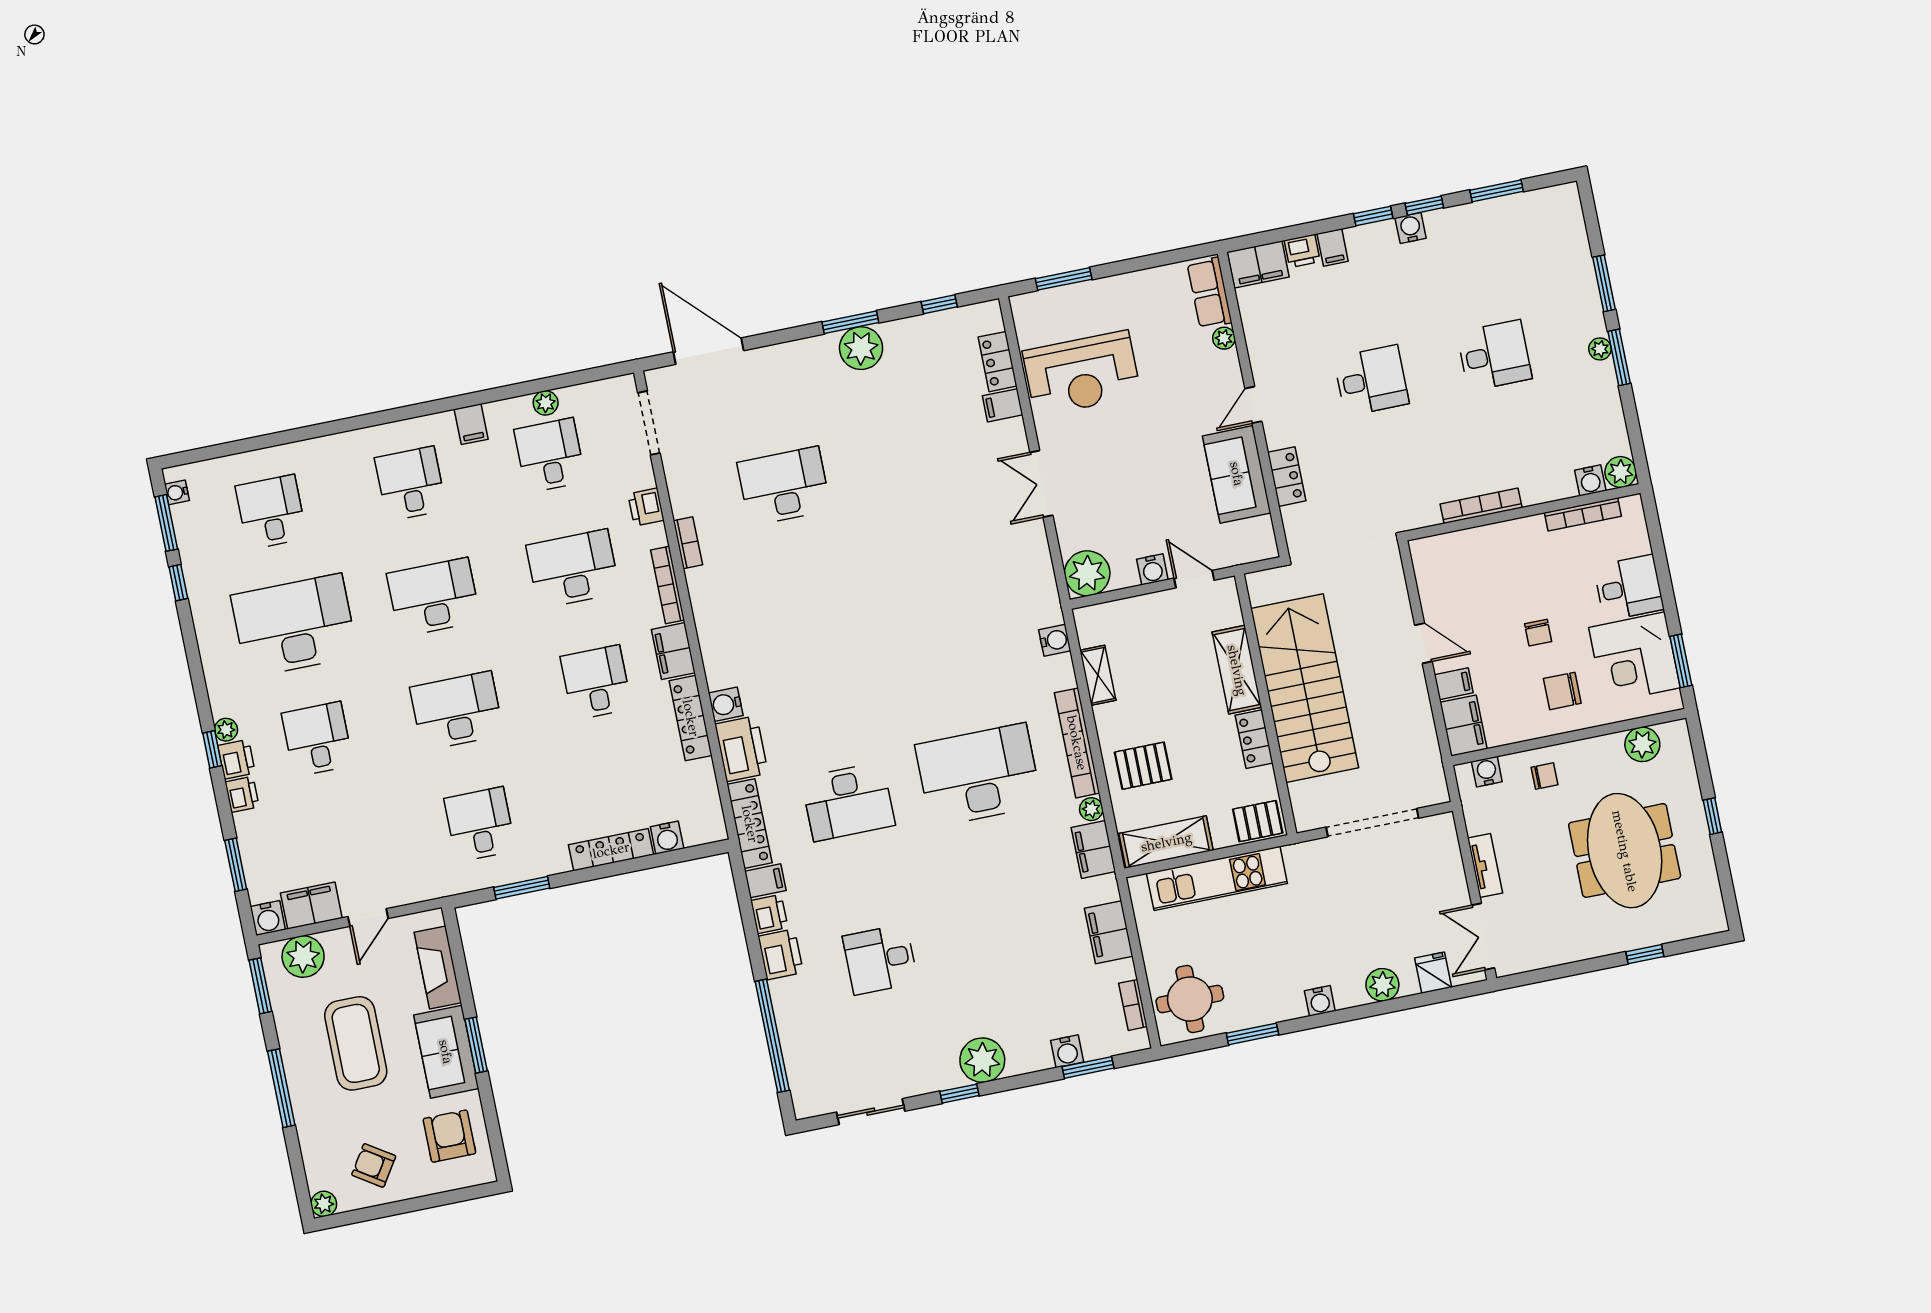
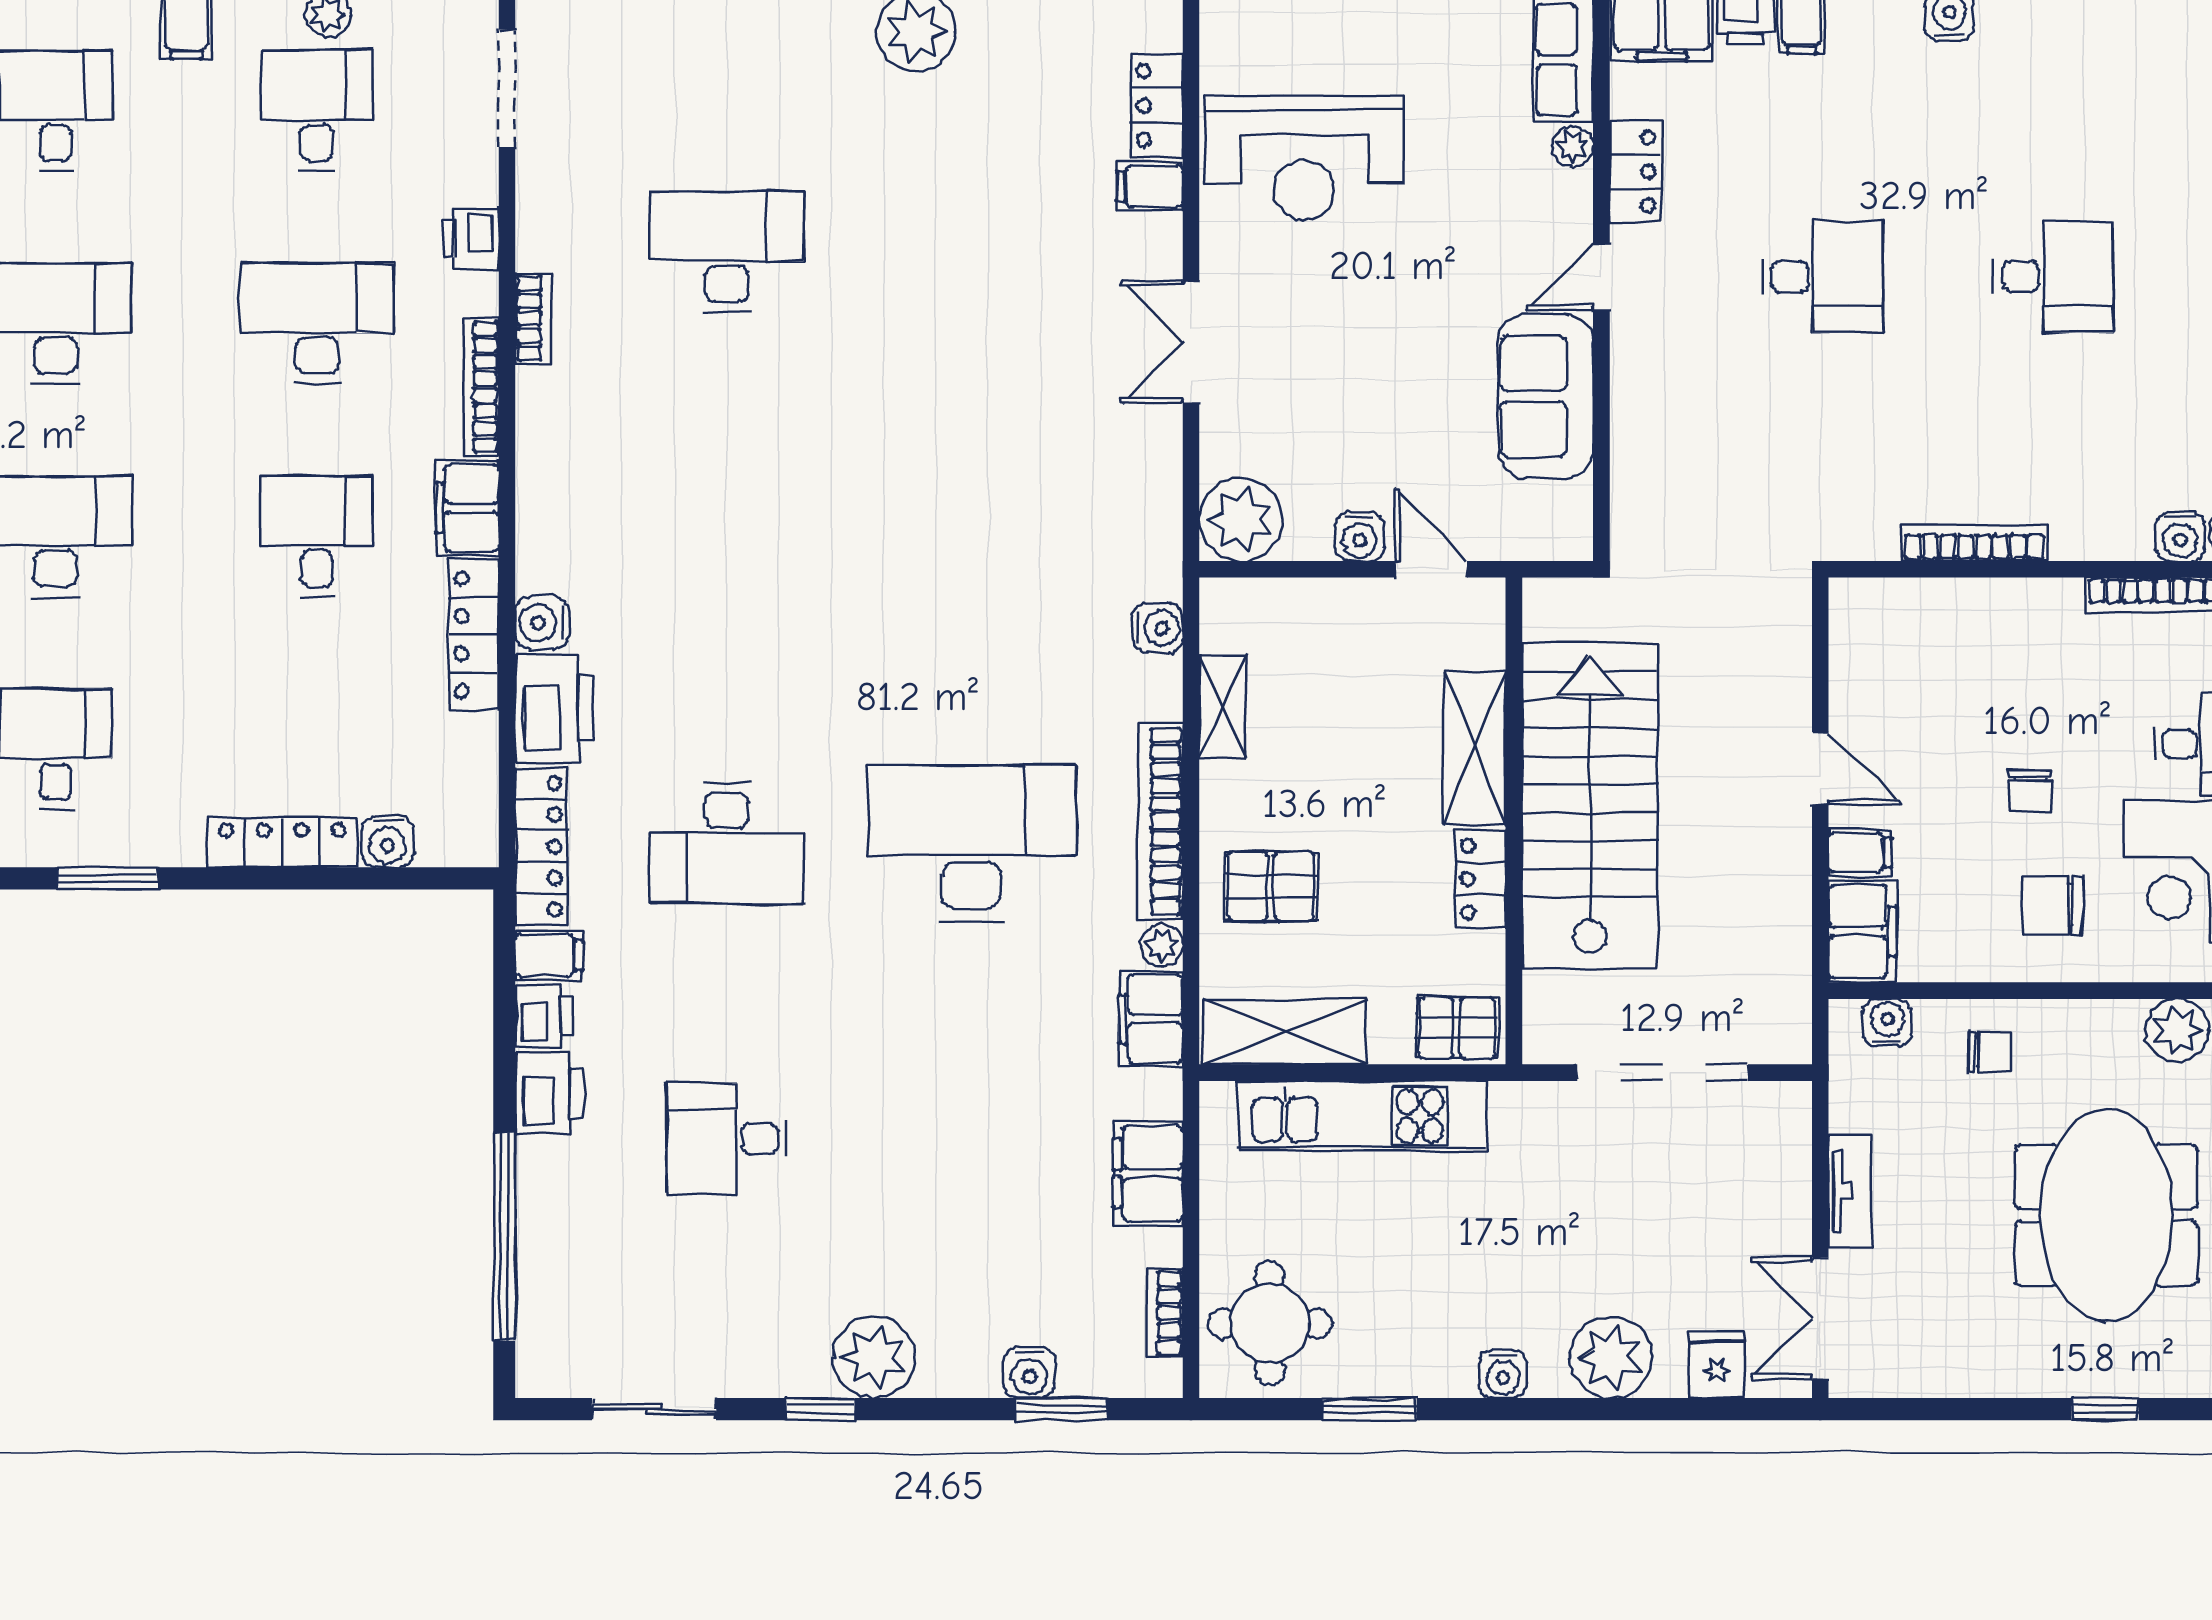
locker: (1287, 477) -> (1635, 172), moved
plant: (1382, 985) -> (1611, 1357), width x1.36, depth x1.36

